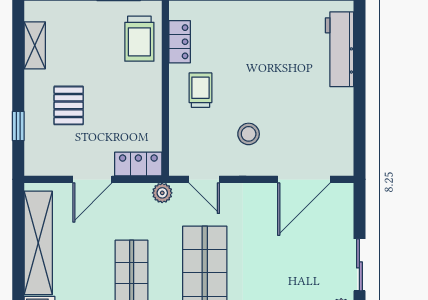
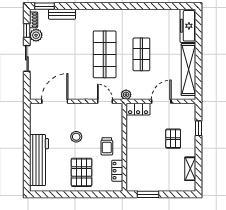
trolley: (139, 39) -> (138, 172), removed
pallet: (251, 39) -> (82, 172), added
workbench: (340, 49) -> (39, 160), width x1.36, depth x1.32
stool: (249, 134) -> (76, 137), moved

